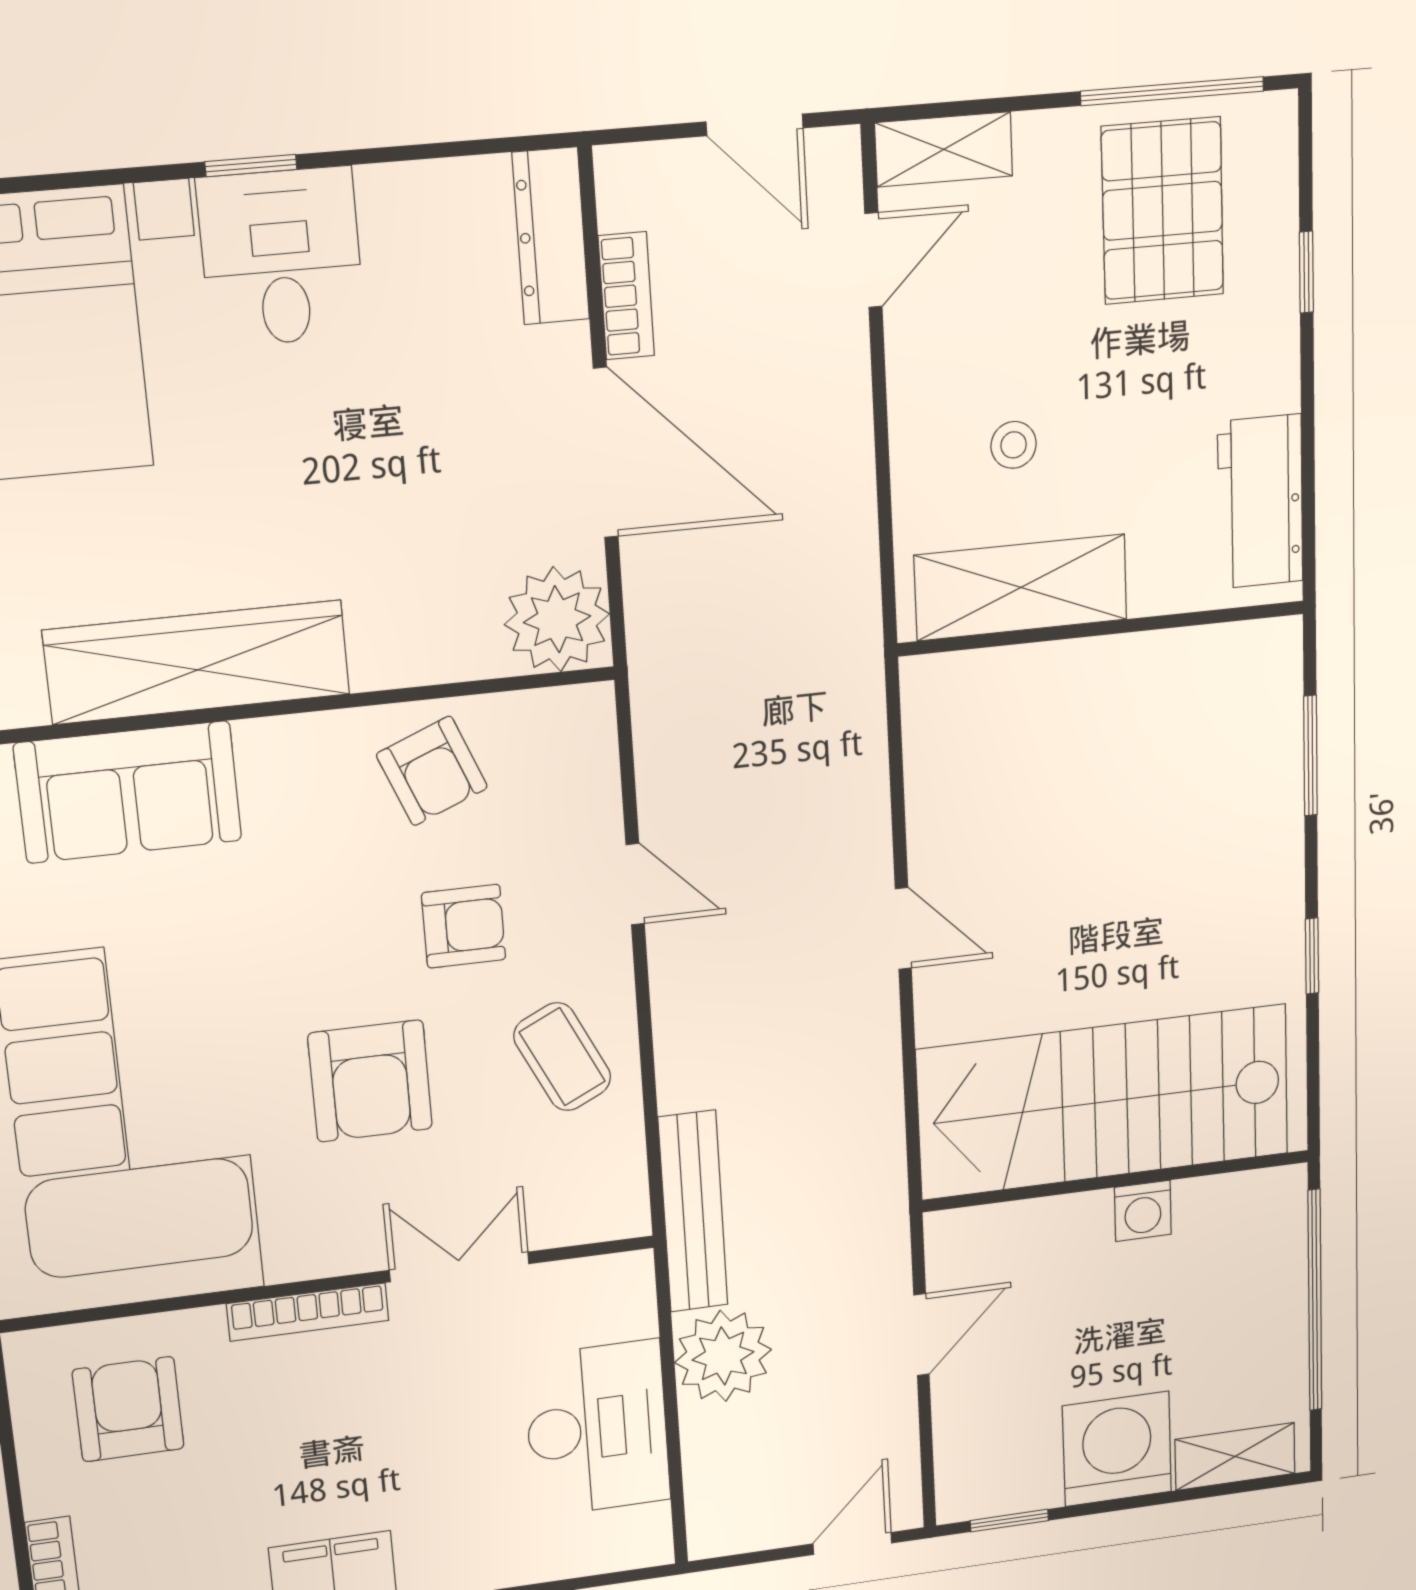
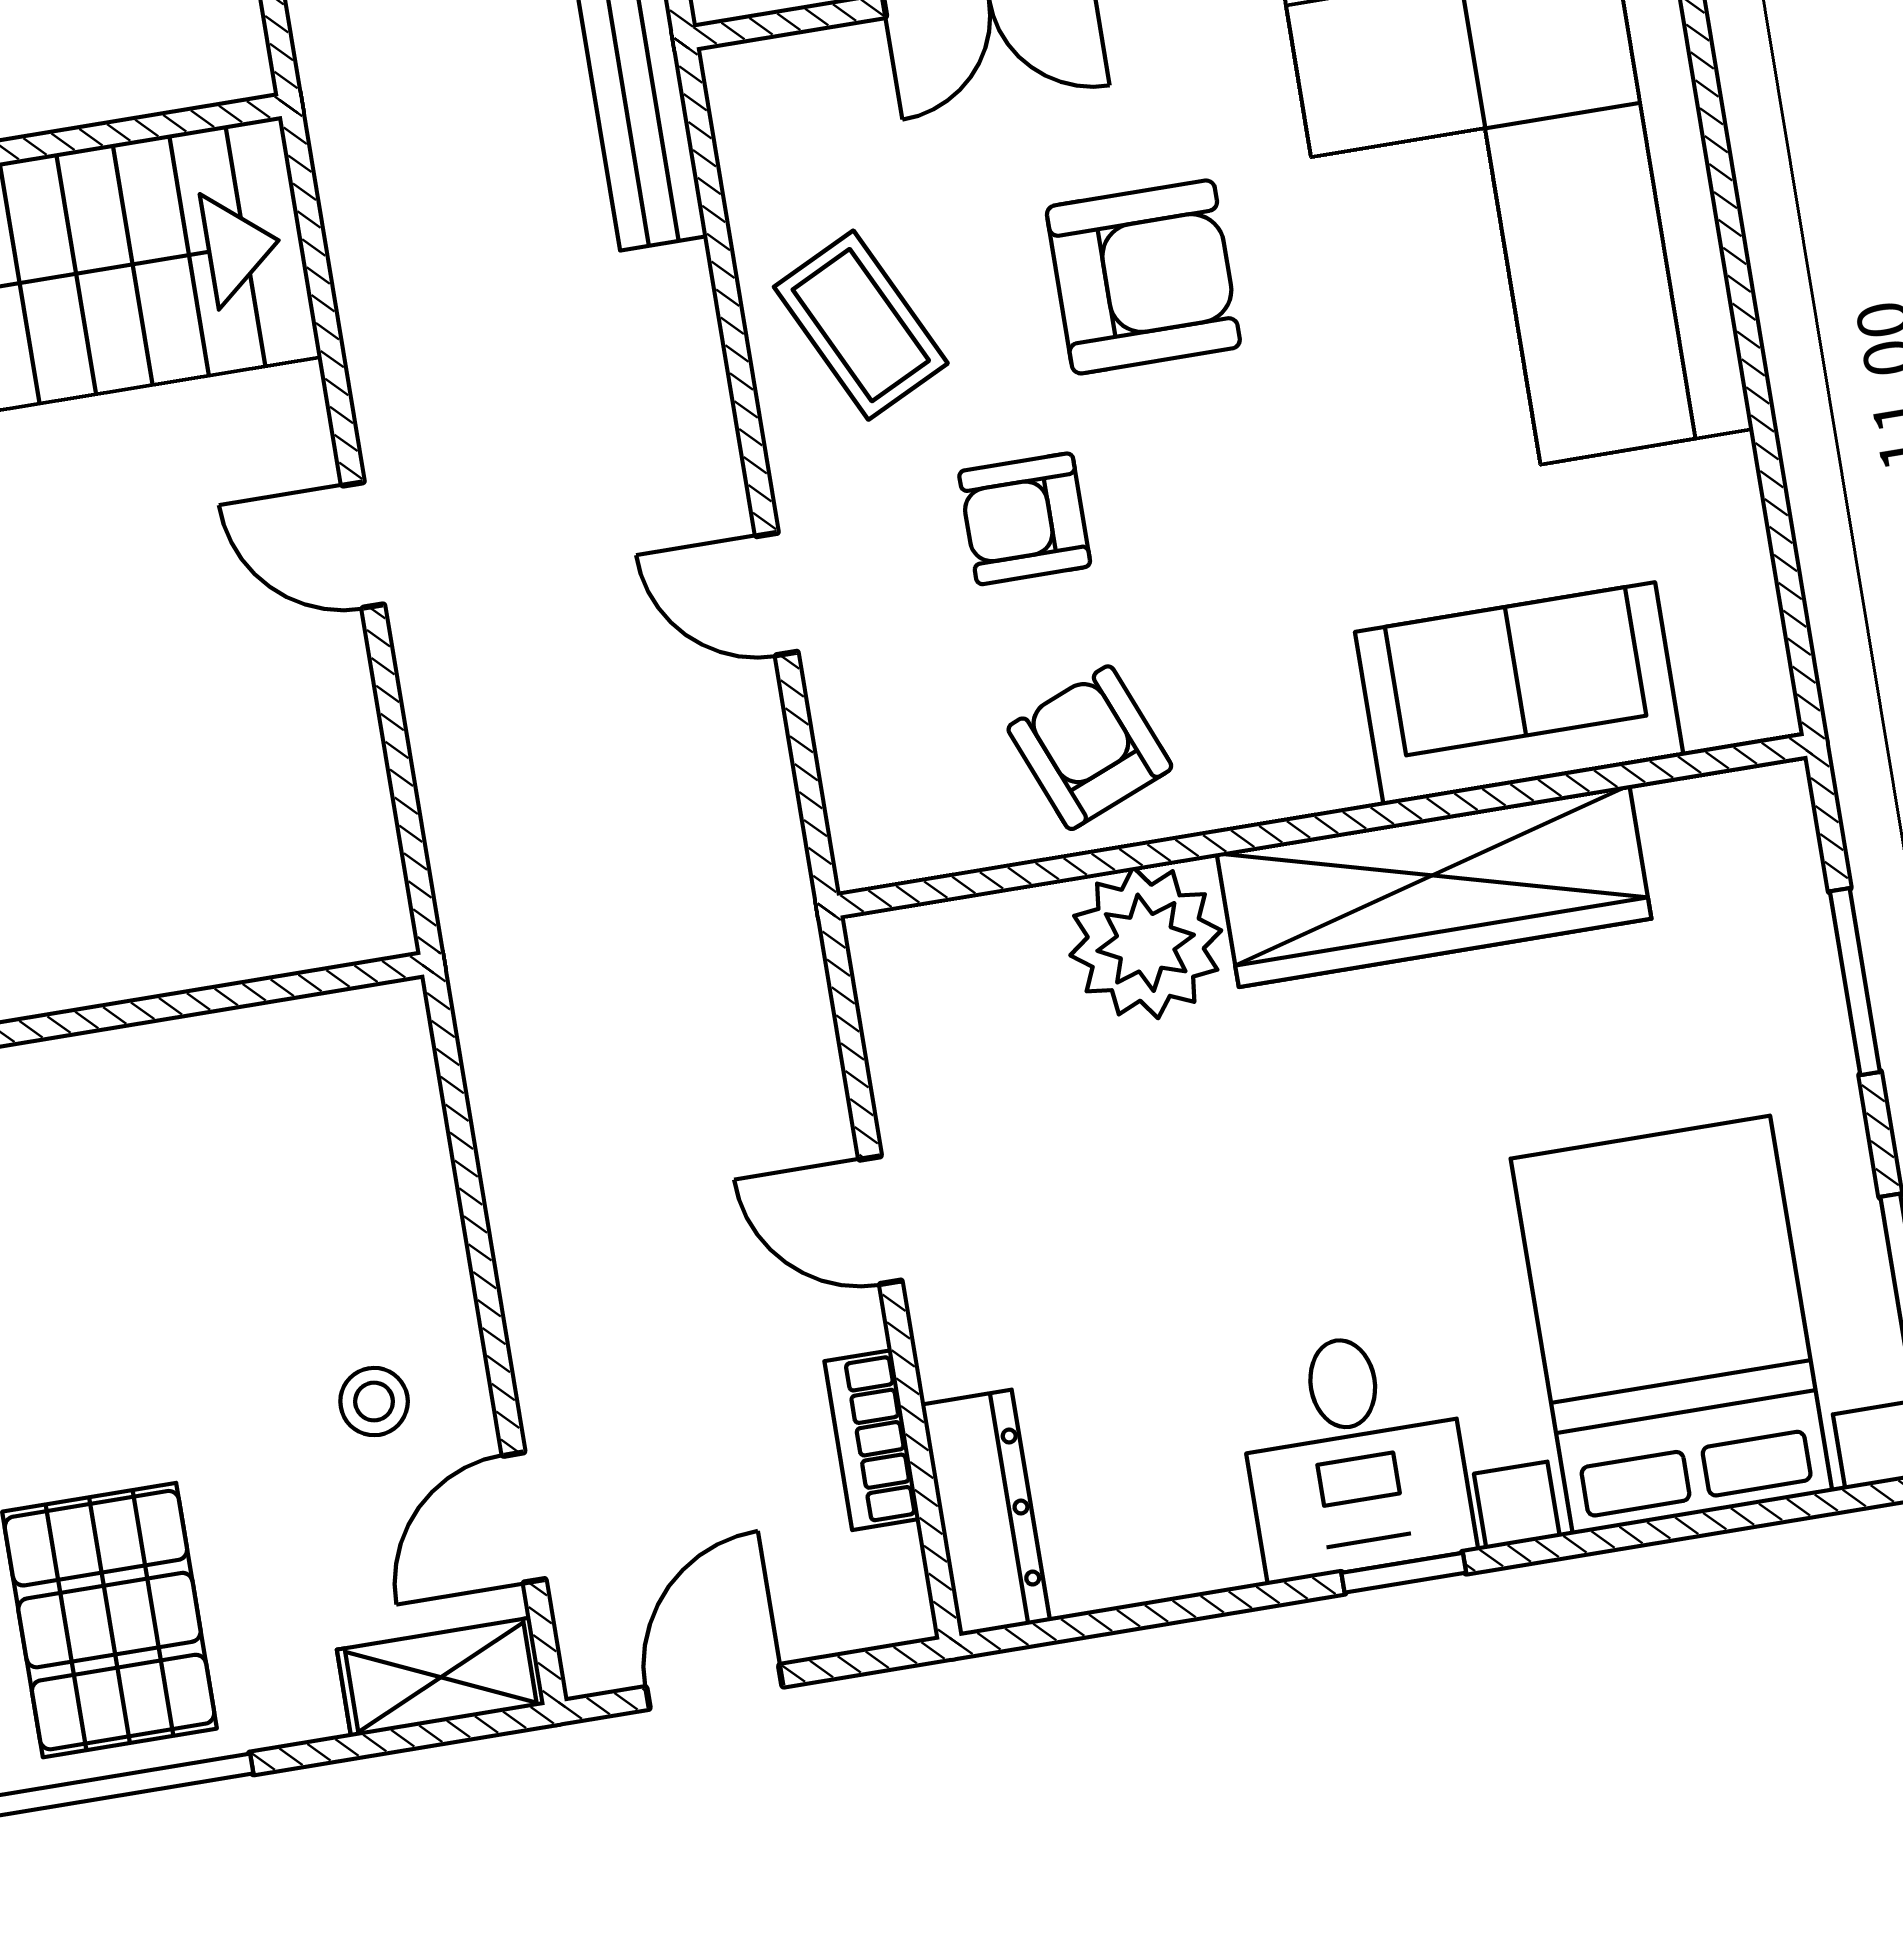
door: (755, 125) -> (714, 1687), hinge flipped
stool: (1014, 445) -> (374, 1402), moved
door: (606, 453) -> (880, 1220), width x0.53
shelving: (1021, 587) -> (248, 1068), removed
plant: (557, 619) -> (1146, 943), moved
armchair: (370, 1081) -> (1143, 277), turned 90

